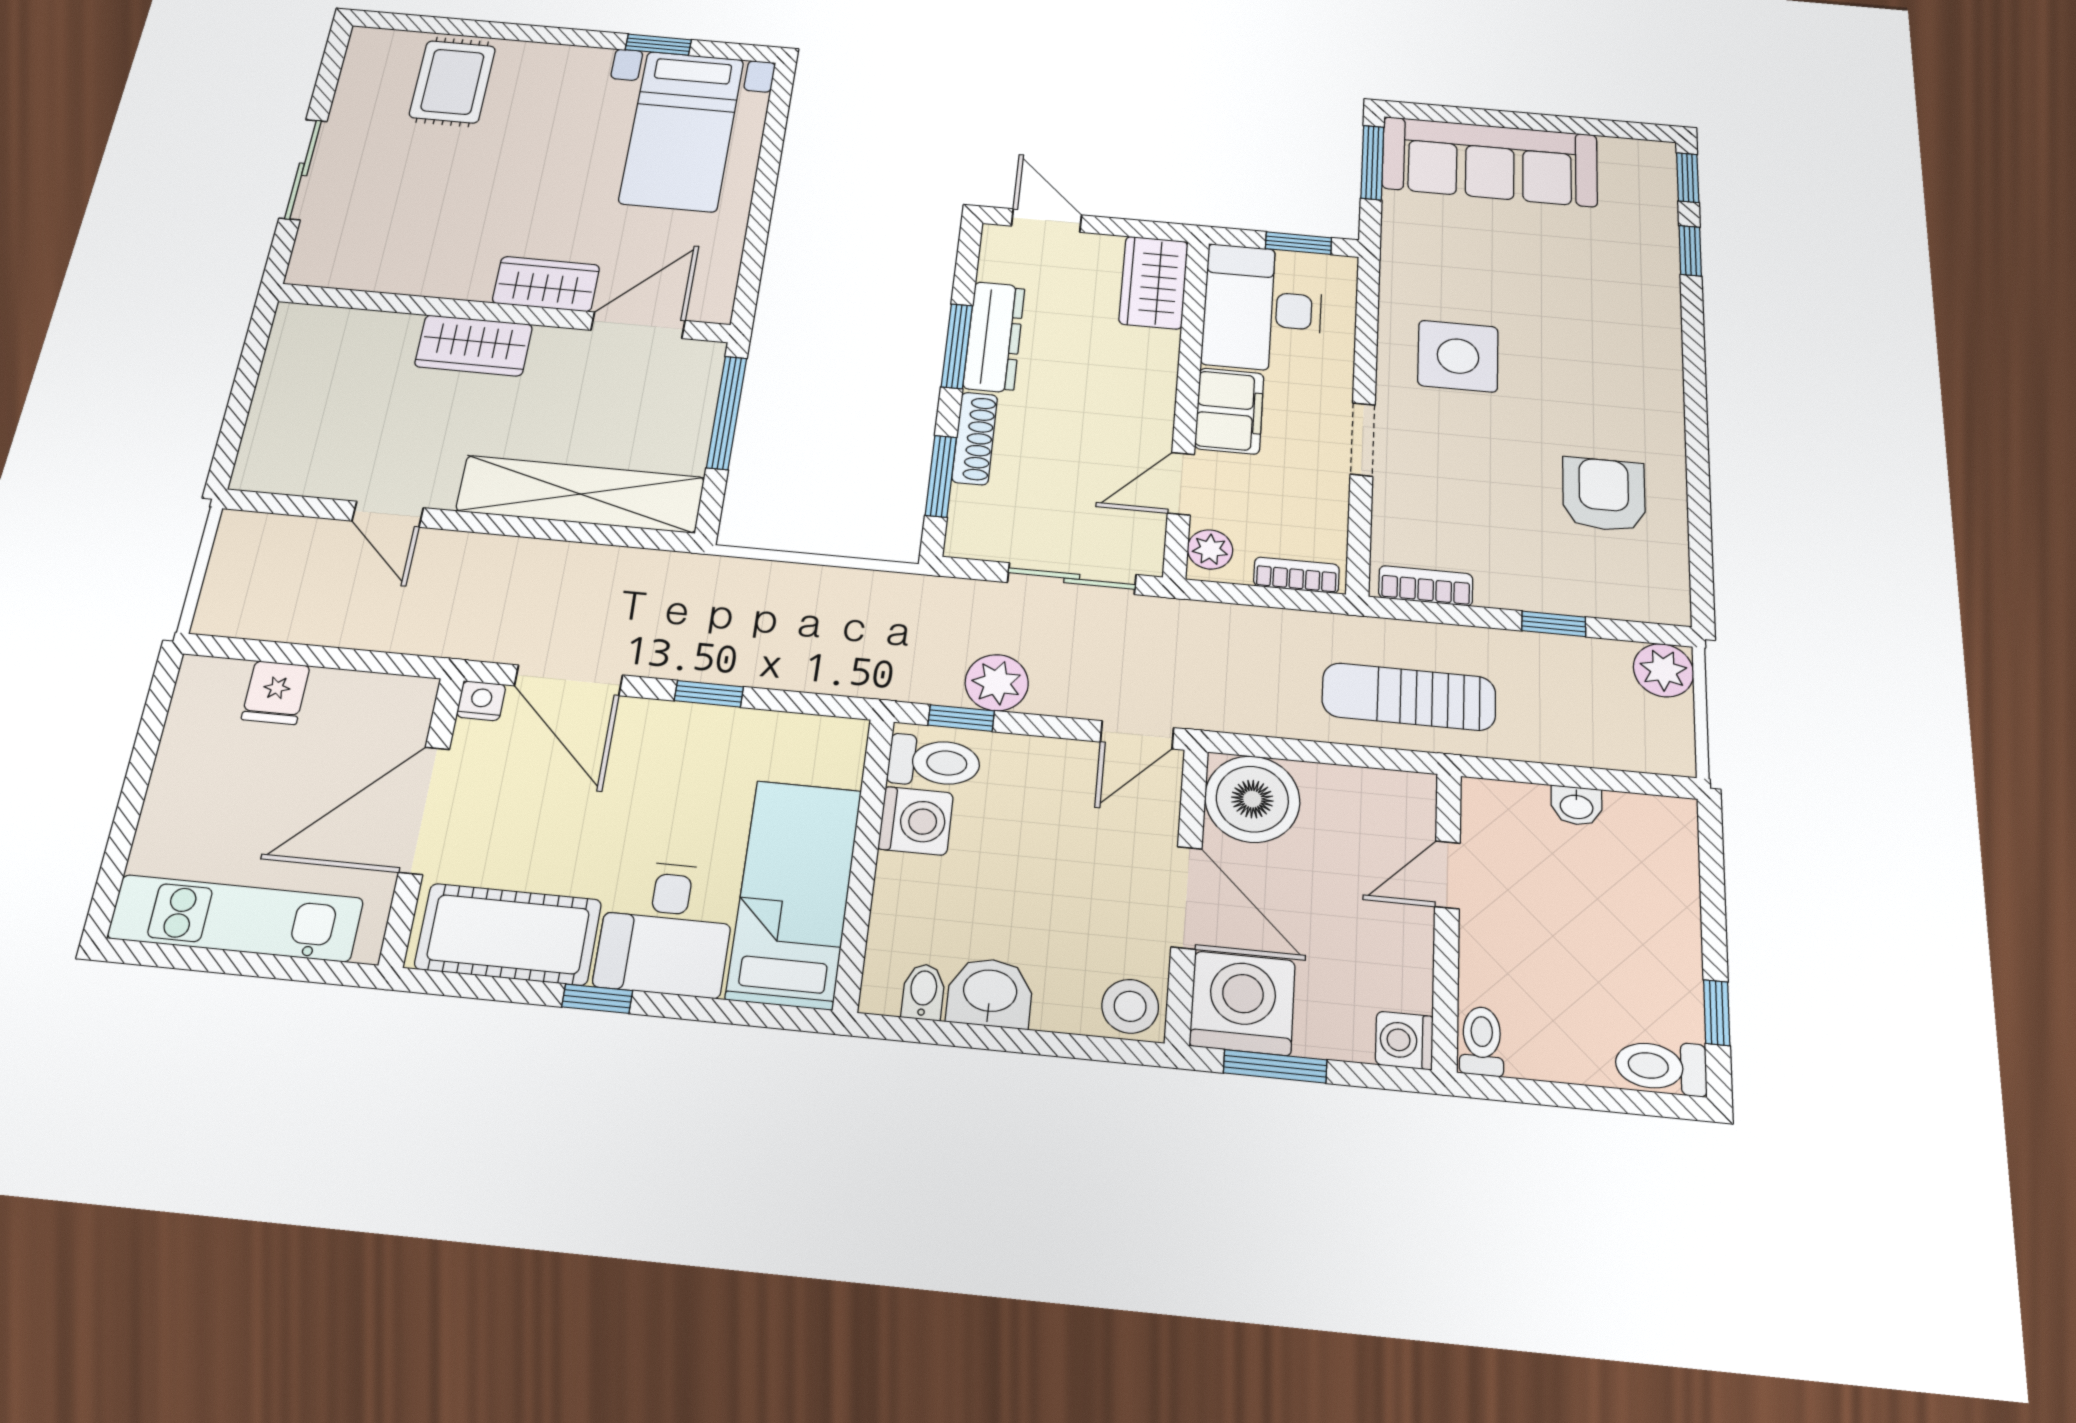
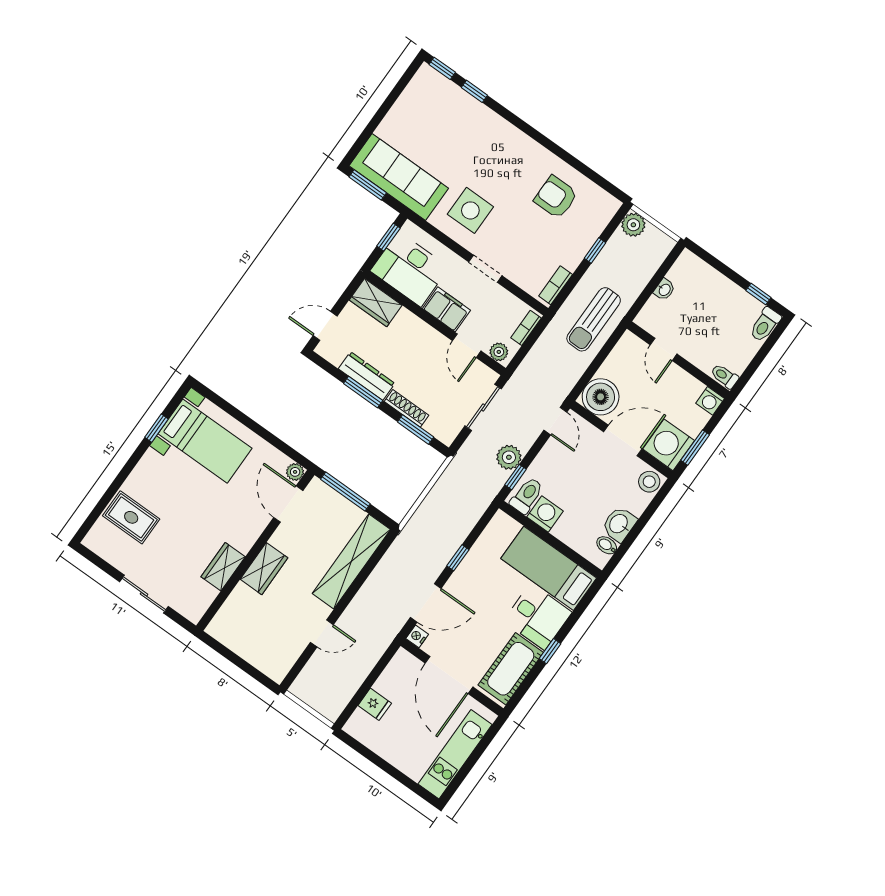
sofa: (1490, 162) -> (399, 177), moved, turned -90
wardrobe: (546, 284) -> (223, 567), moved
plant: (713, 306) -> (295, 472), added

